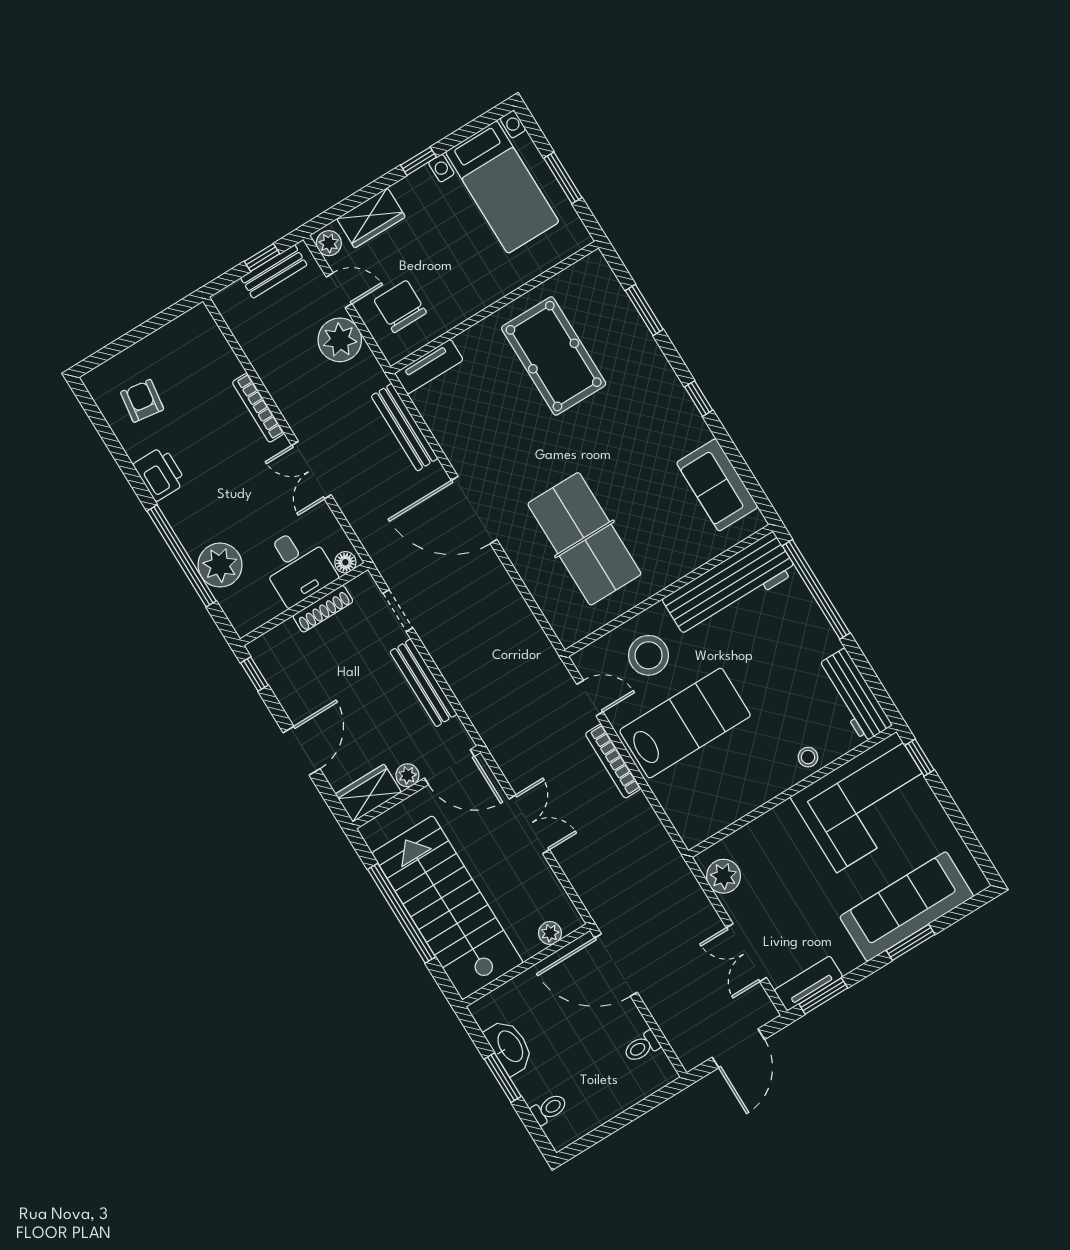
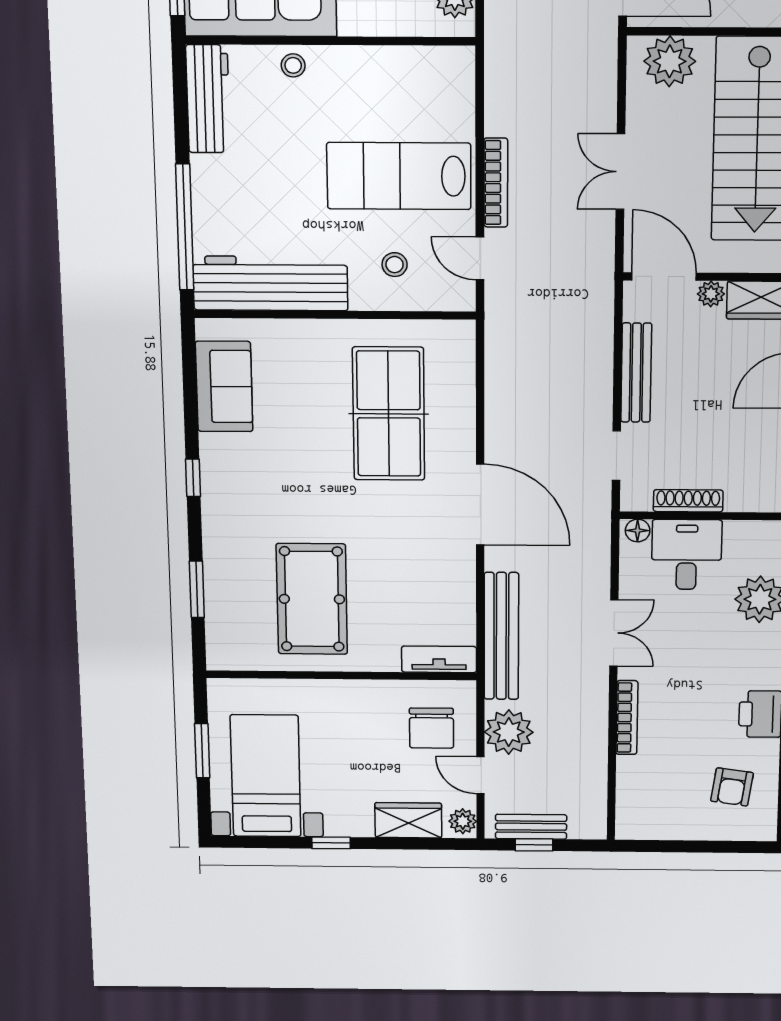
bench: (405, 427) -> (501, 636), width x1.37, depth x1.21
stool: (649, 655) -> (395, 265), width x0.53, depth x0.53
plant: (550, 933) -> (670, 61), width x1.88, depth x1.88

